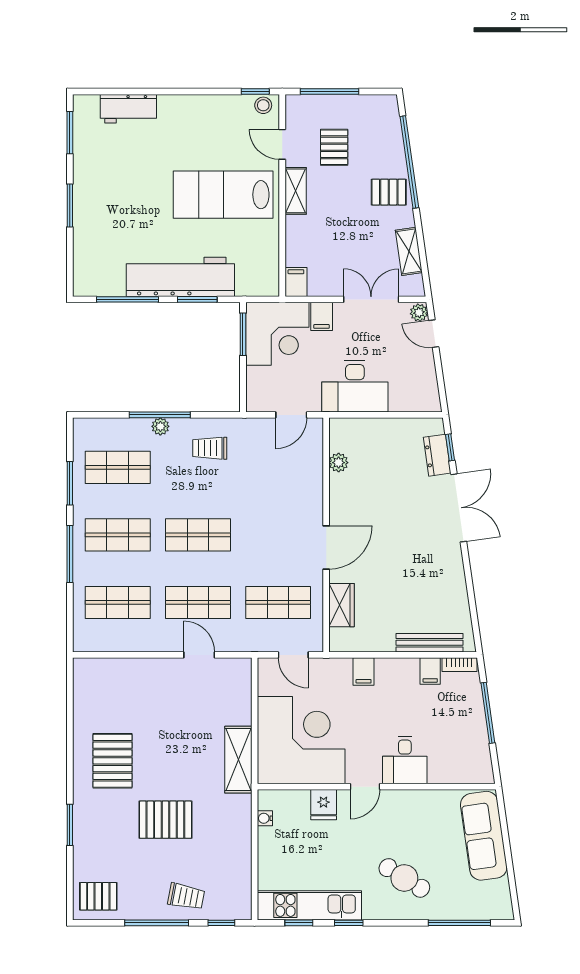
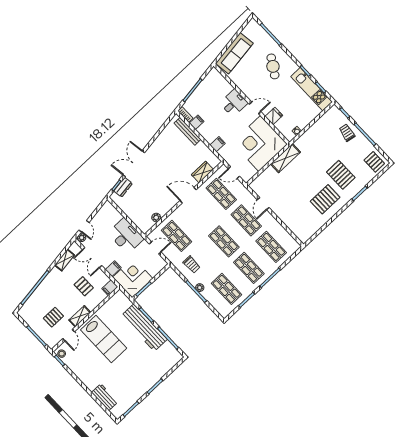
pallet: (389, 192) -> (84, 286), moved
shop shelf: (278, 467) -> (177, 236), added
door: (293, 655) -> (234, 173), swing flipped
pallet: (165, 820) -> (341, 175), moved

